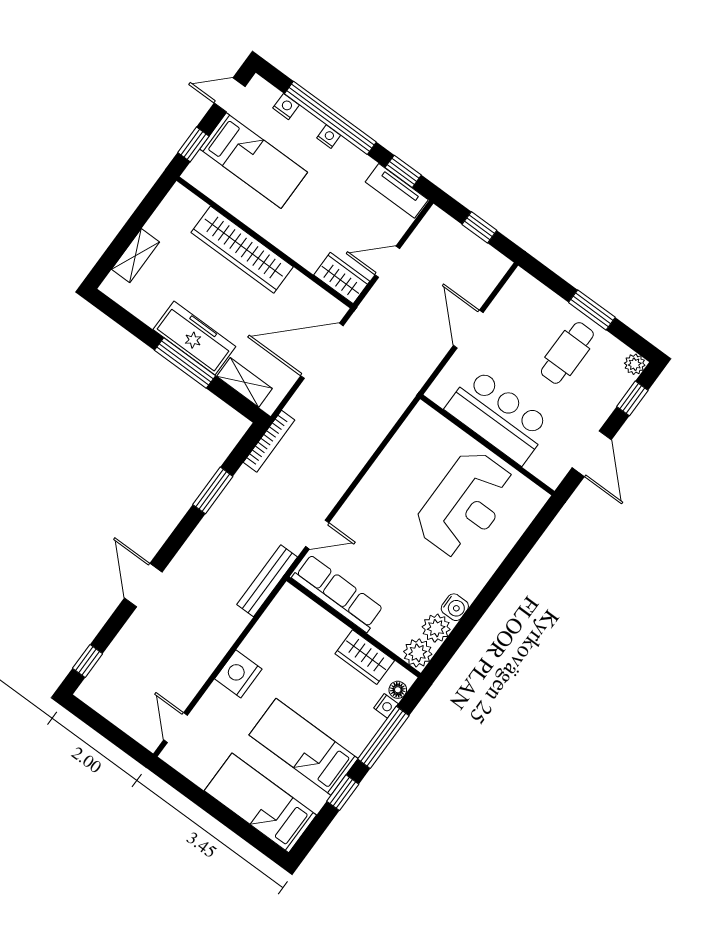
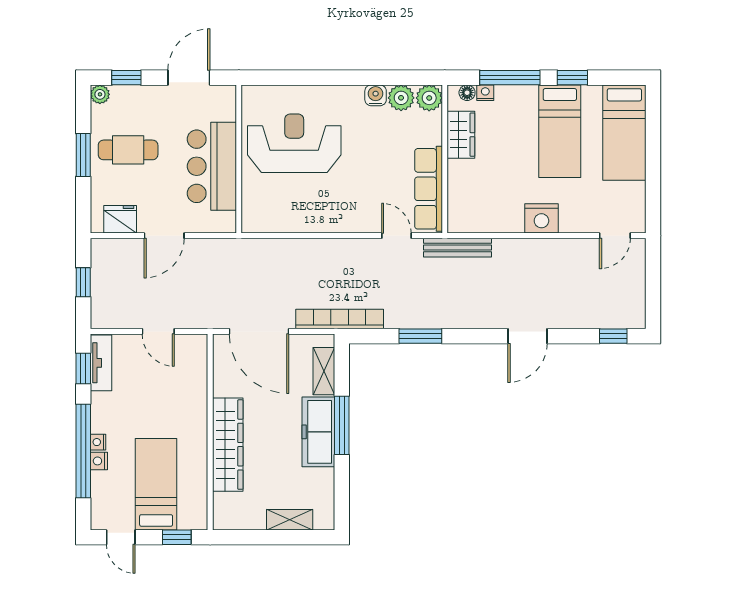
nightstand: (286, 107) -> (99, 461), moved
wardrobe: (342, 278) -> (195, 356), removed
fridge: (511, 301) -> (120, 219), added
bookcase: (269, 441) -> (340, 319), width x1.48, depth x1.31

